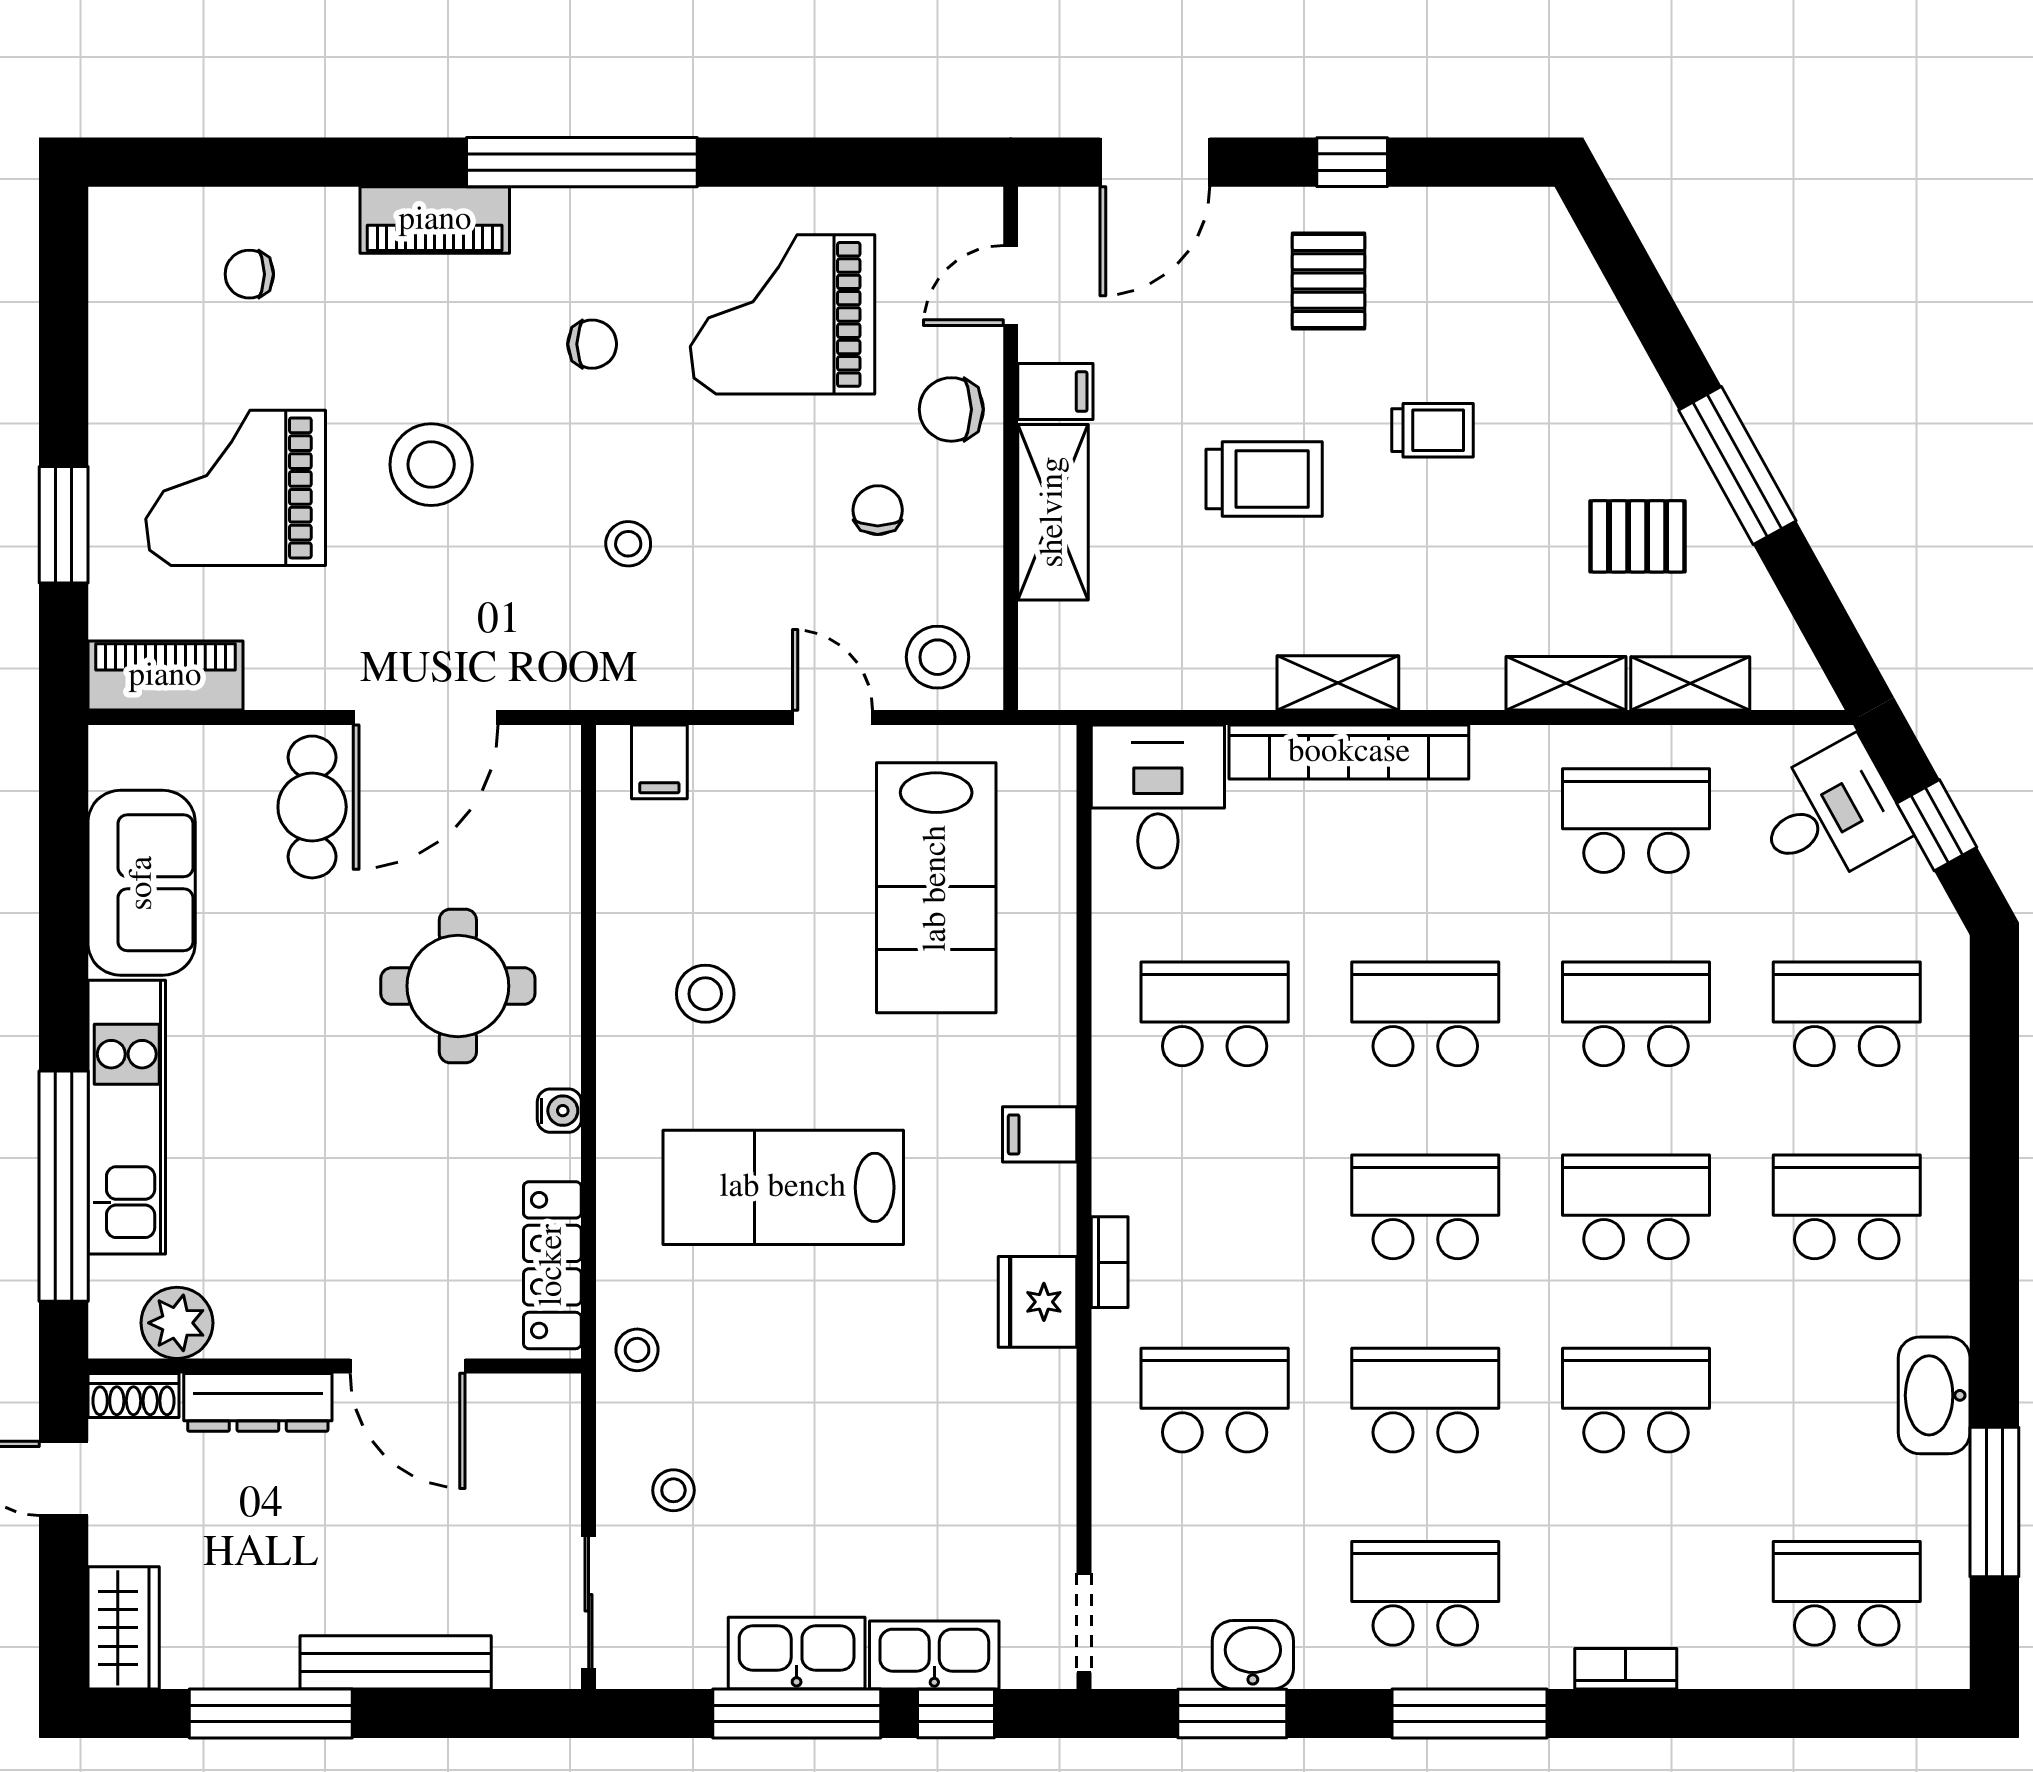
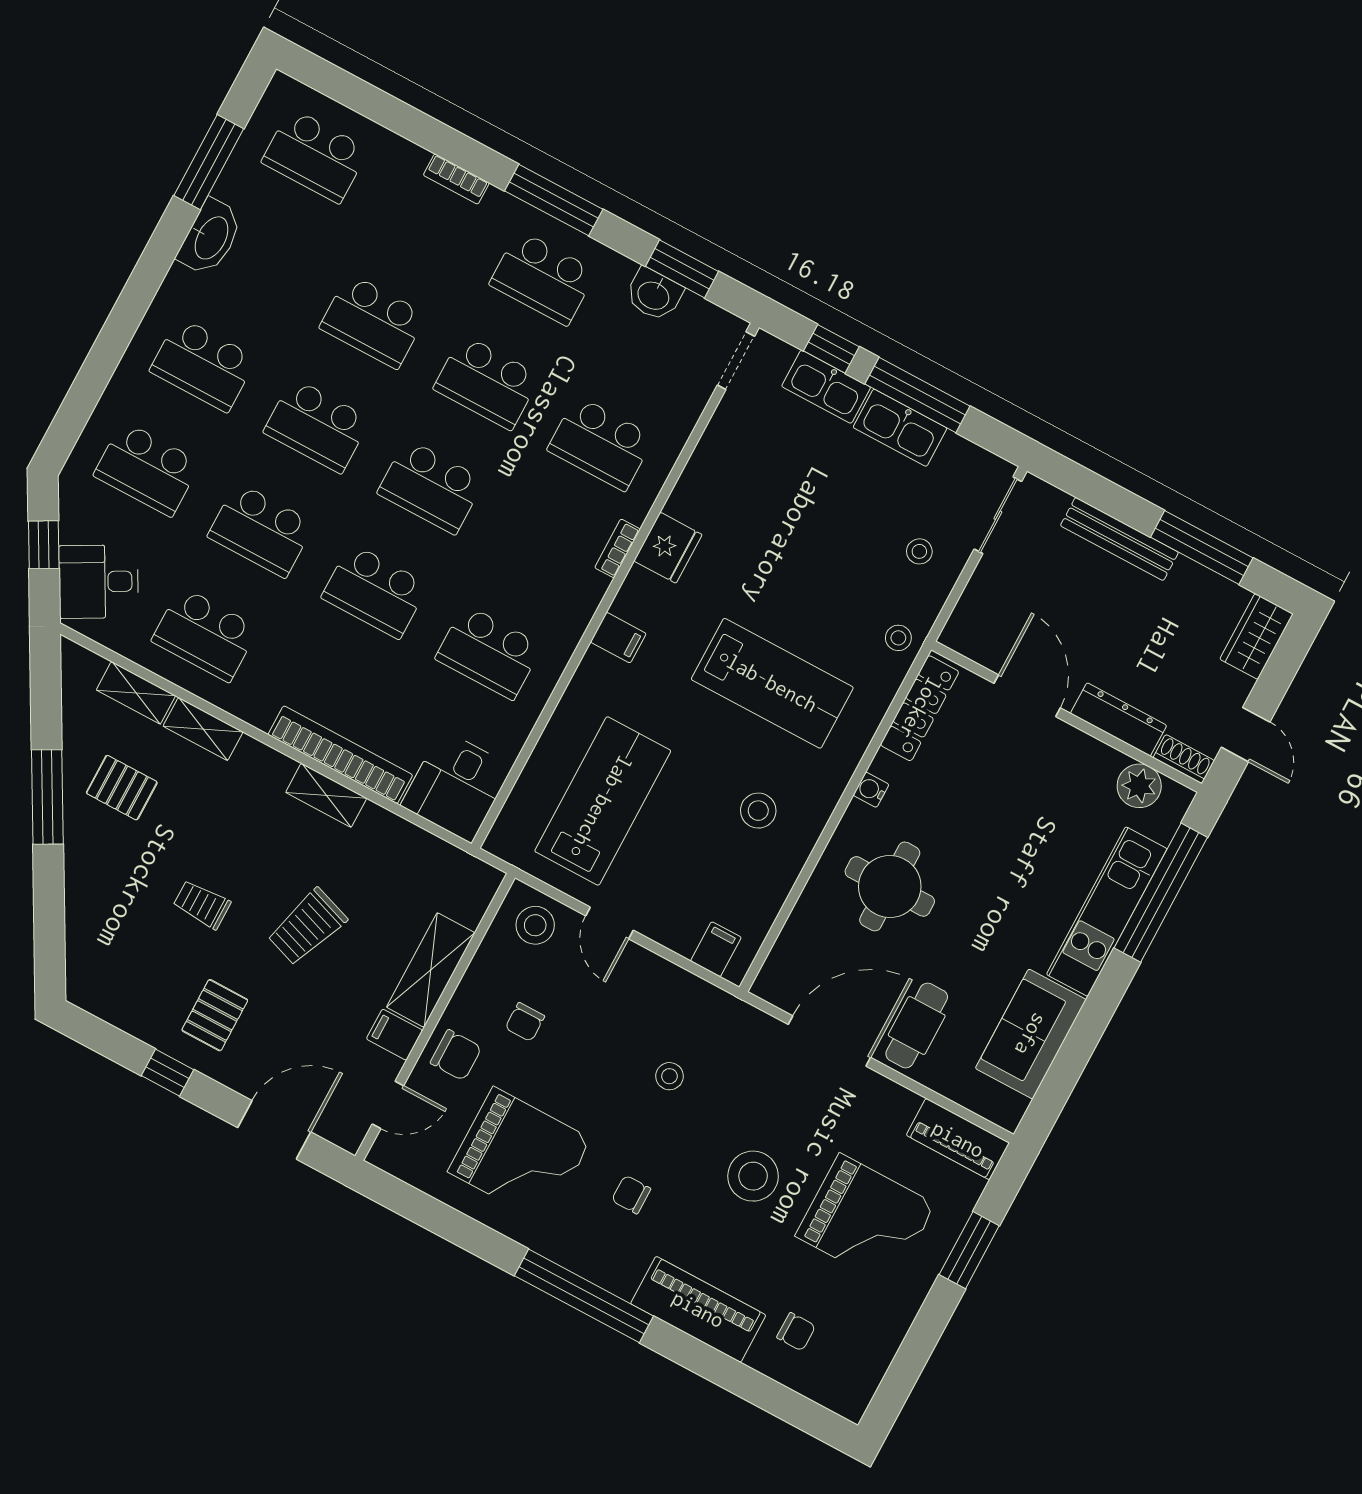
piano: (435, 220) -> (698, 1309), width x1.37, depth x1.33
trolley: (1264, 479) -> (307, 927), turned -71

